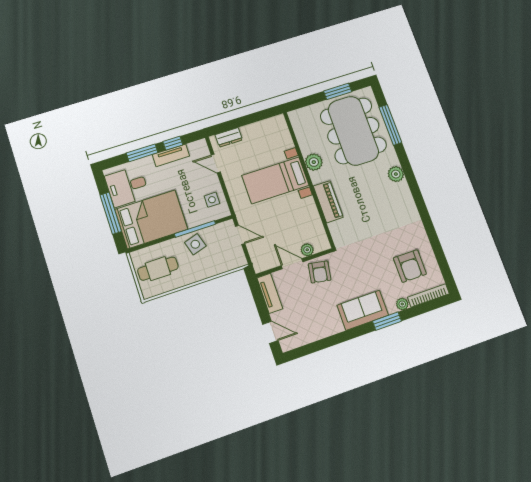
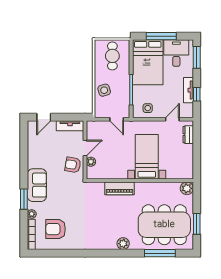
window: (142, 153) -> (197, 57), moved
plant: (314, 162) -> (187, 188), moved
door: (240, 235) -> (117, 119), hinge flipped
side table: (195, 244) -> (104, 90), moved

